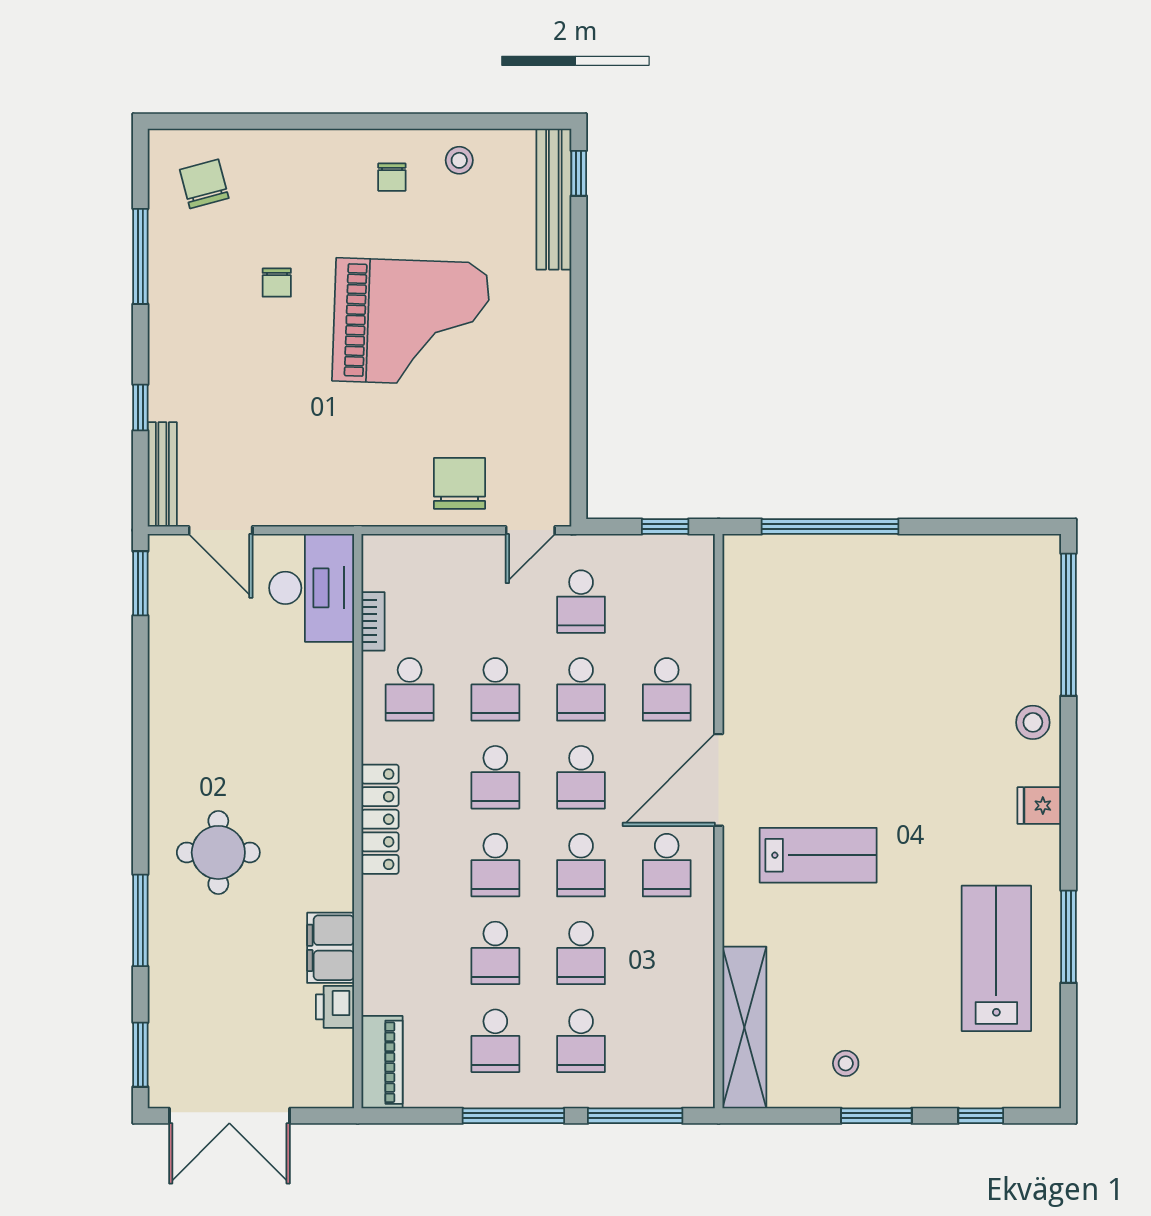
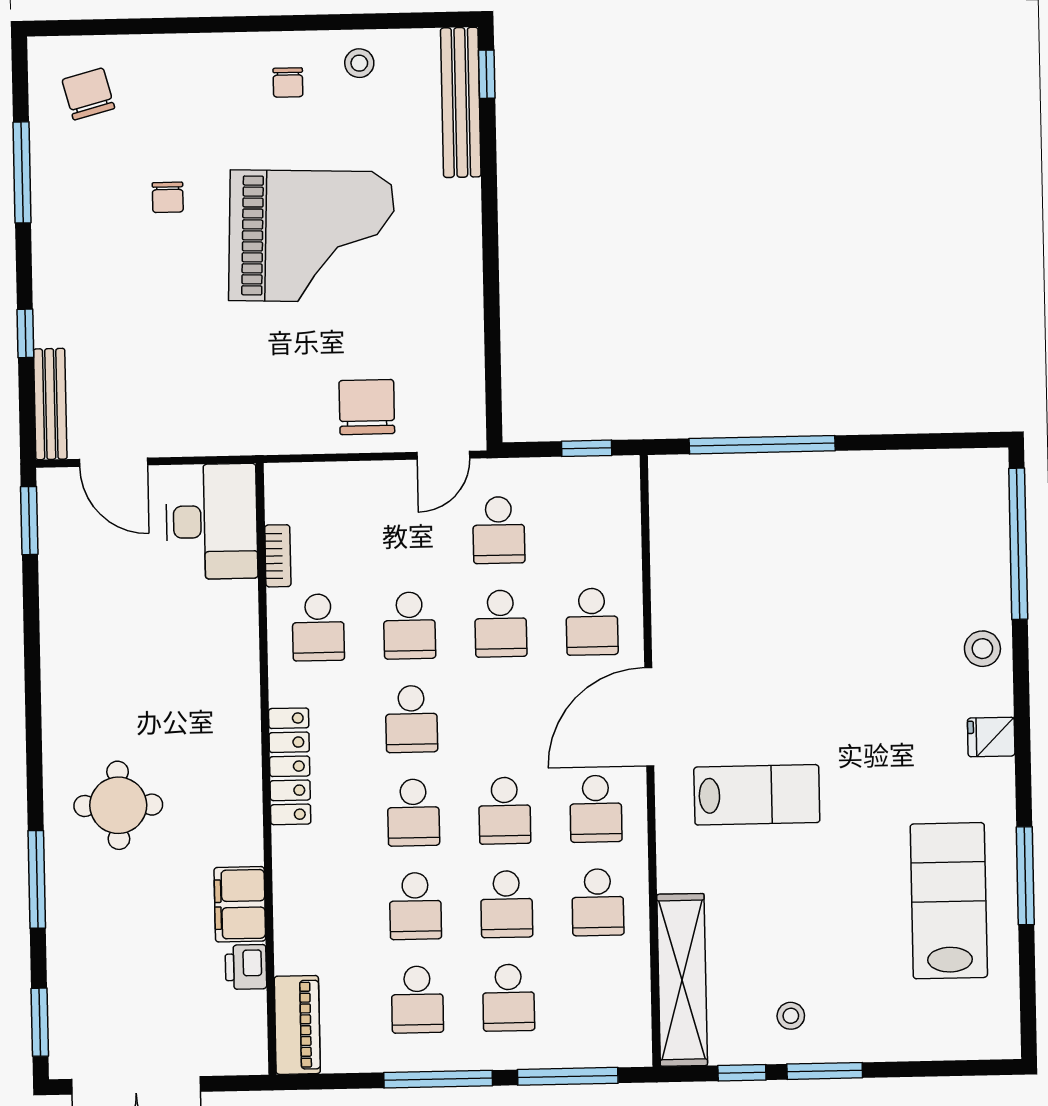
school desk: (581, 777) -> (598, 902), moved
window: (981, 1116) -> (742, 1073), moved

